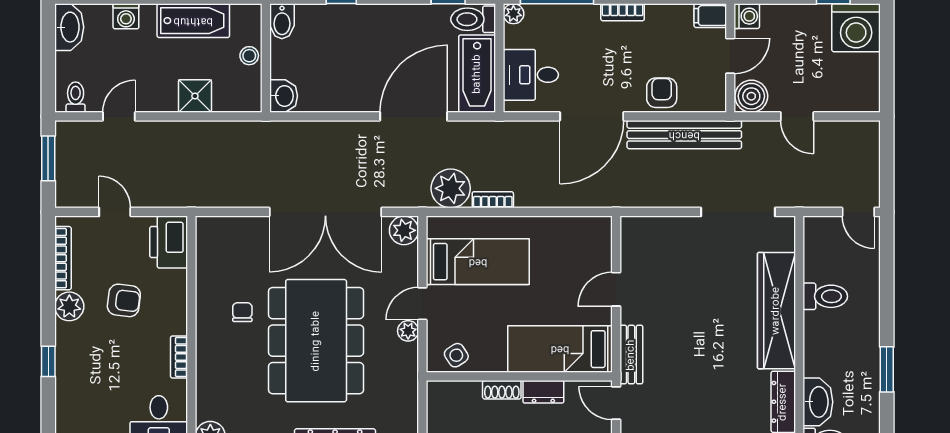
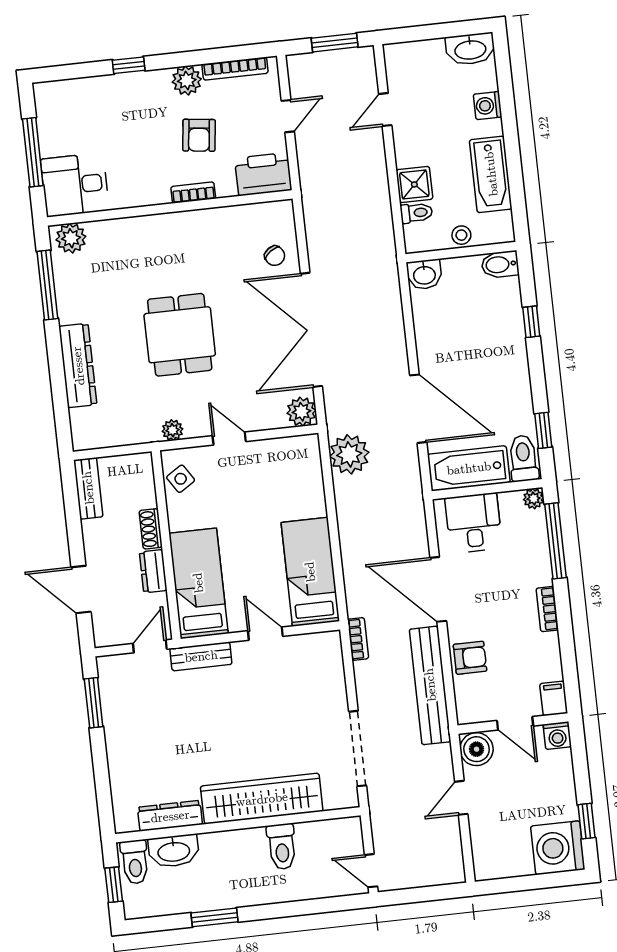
toilet: (76, 97) -> (416, 213), moved
door: (119, 116) -> (385, 110), swing flipped
bookcase: (493, 200) -> (358, 639), moved
door: (858, 212) -> (371, 871), hinge flipped
bed: (478, 262) -> (310, 572), moved, turned 180
chair: (242, 312) -> (275, 256), moved, turned 55
plant: (408, 331) -> (172, 430), moved
dining table: (316, 341) -> (180, 335), width x0.53, depth x0.80
bookcase: (179, 357) -> (193, 193), moved

